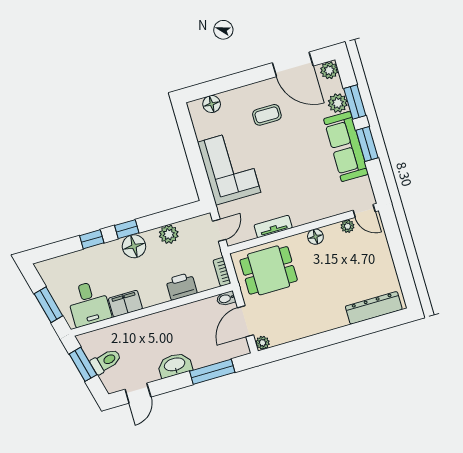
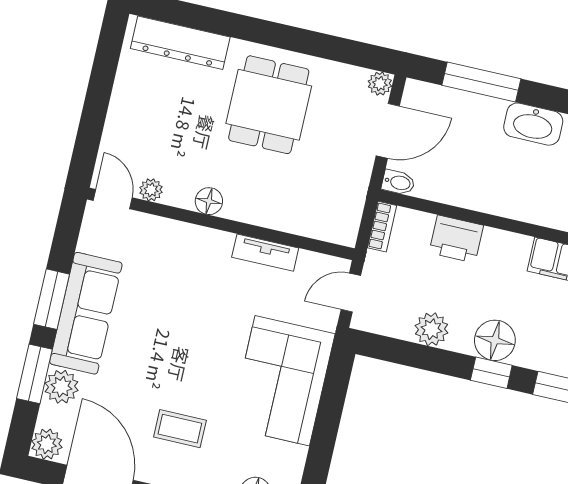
dining table: (269, 270) -> (269, 105), moved, turned 90

